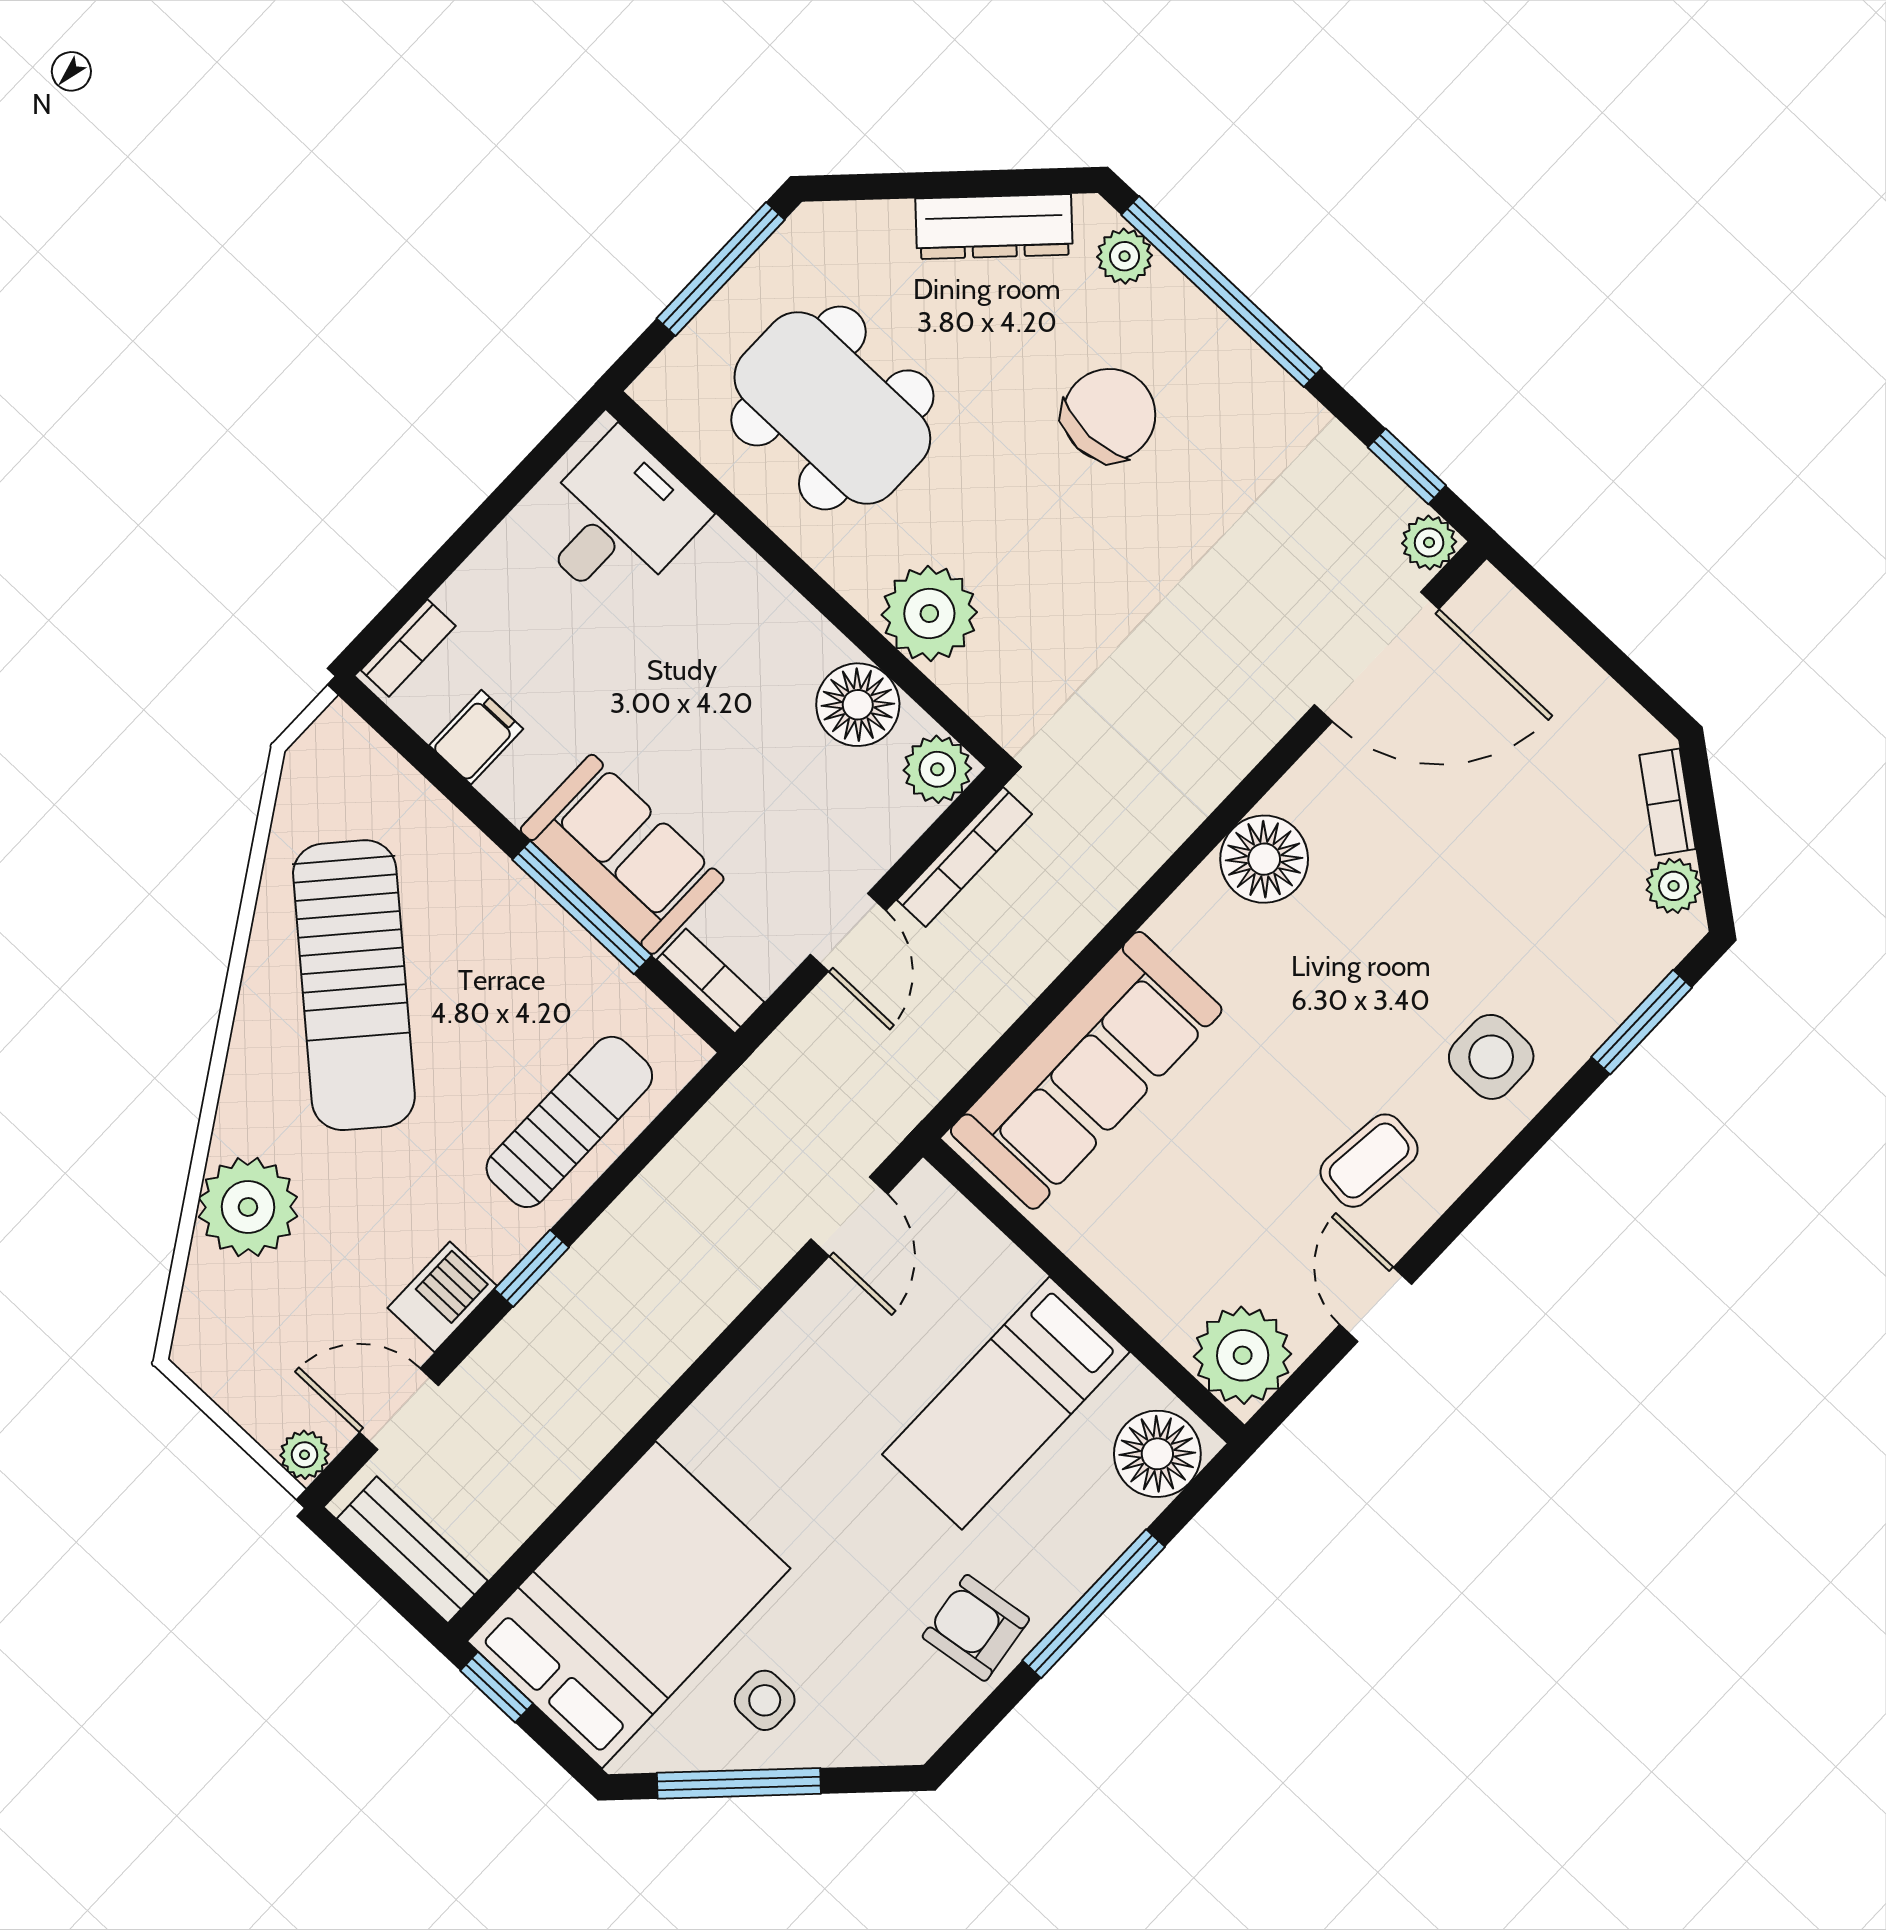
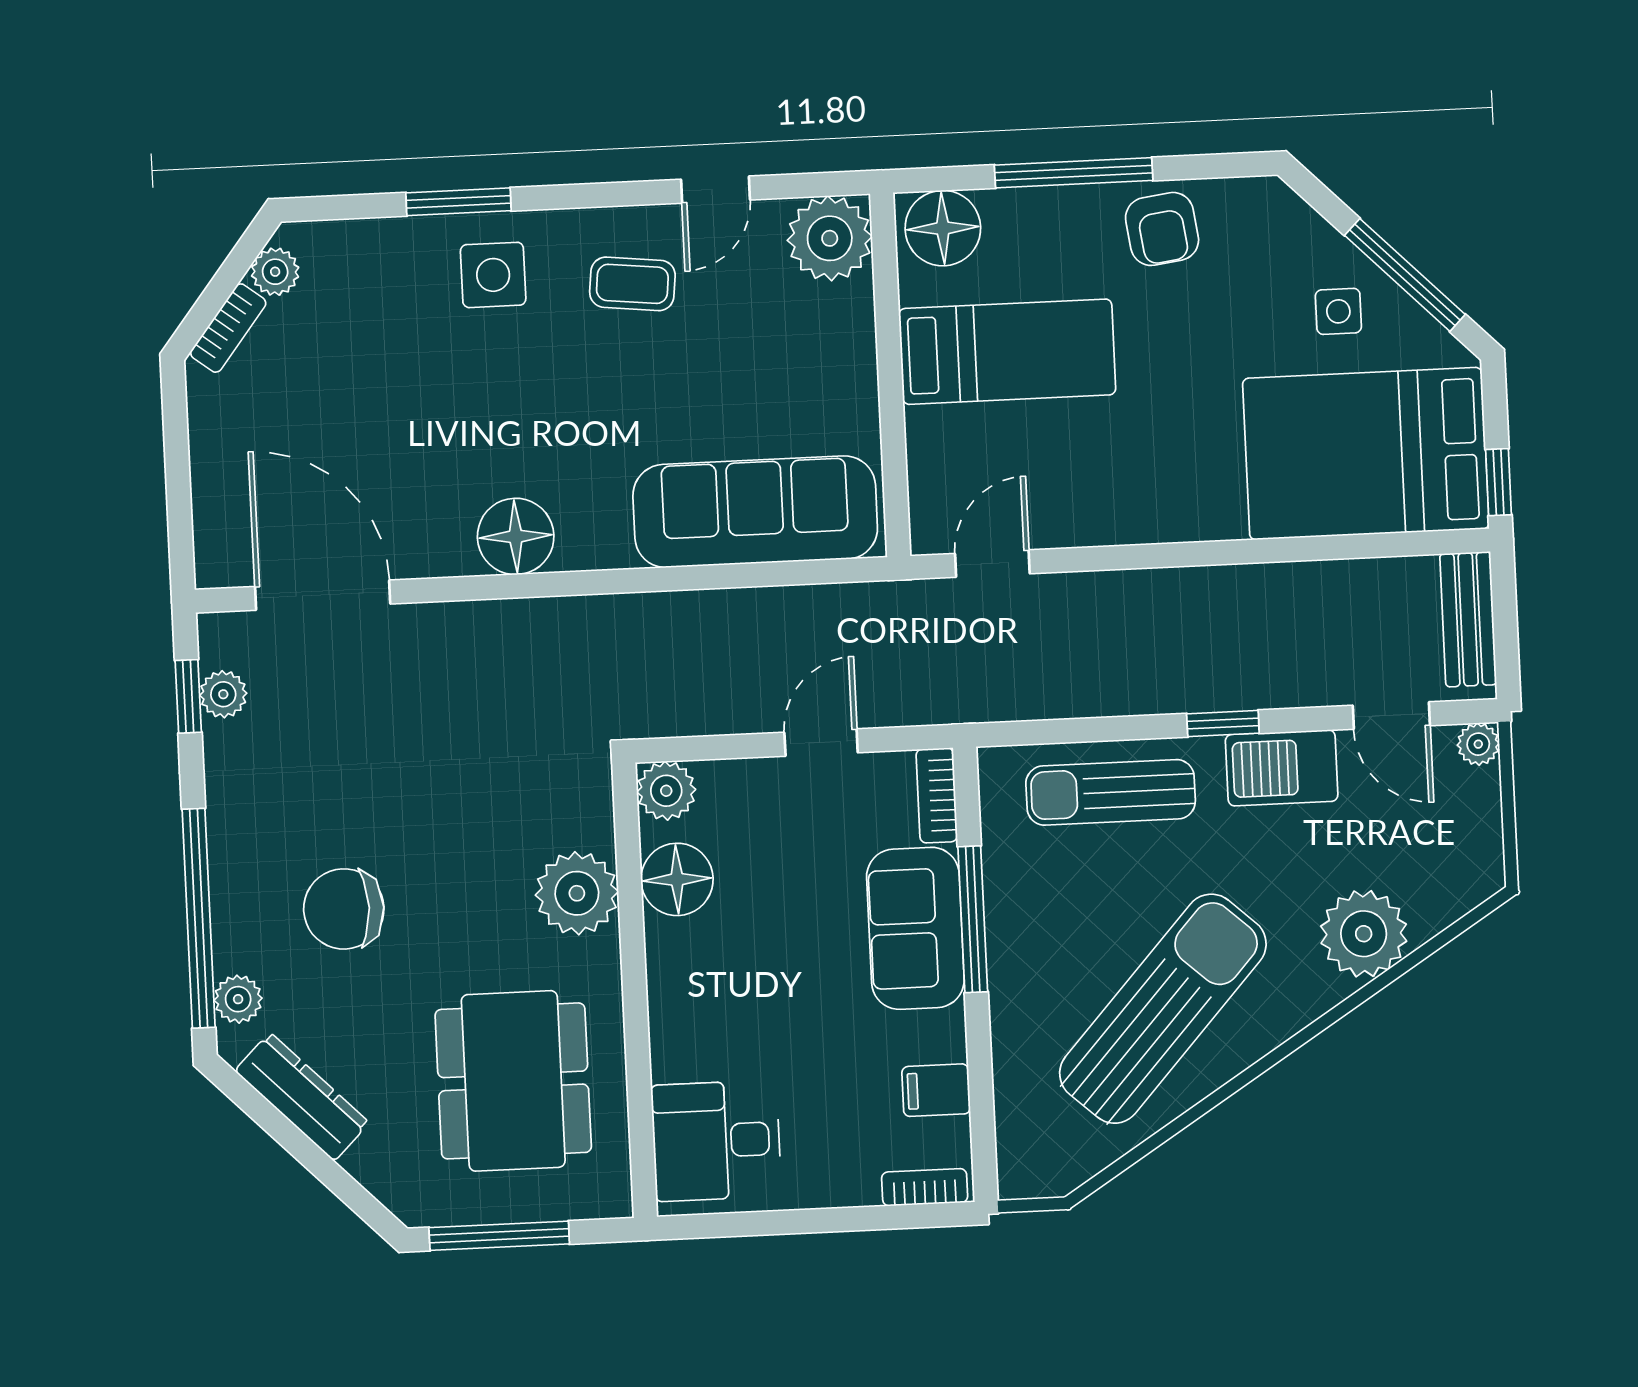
plant: (1429, 542) -> (223, 694), moved
bookcase: (964, 857) -> (702, 719), removed
window: (1642, 1022) -> (458, 202), moved
barbecue: (442, 1297) -> (1282, 768), width x1.38, depth x1.27

